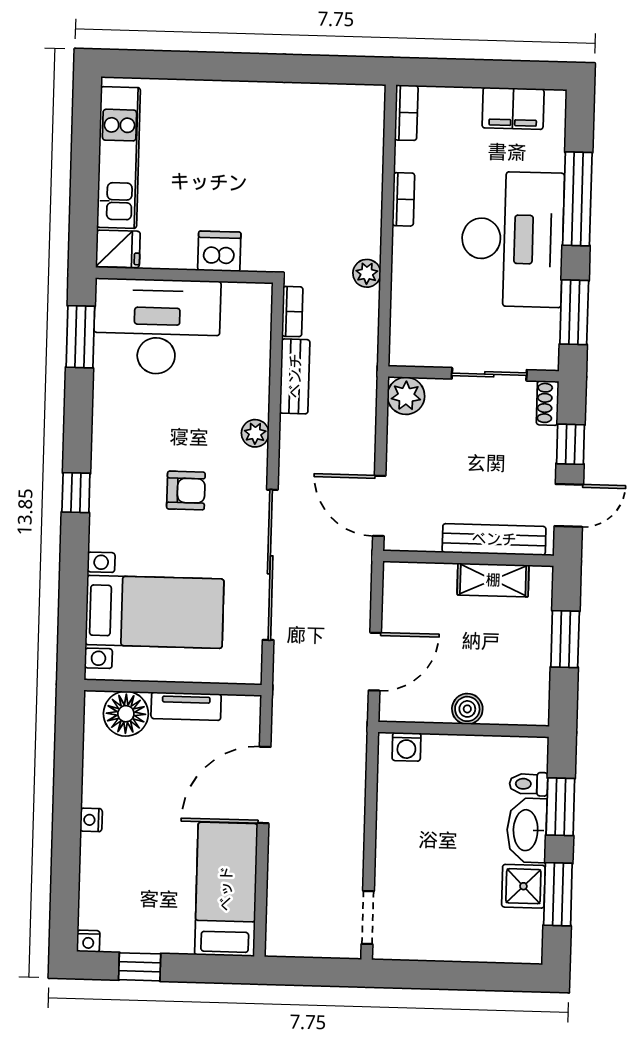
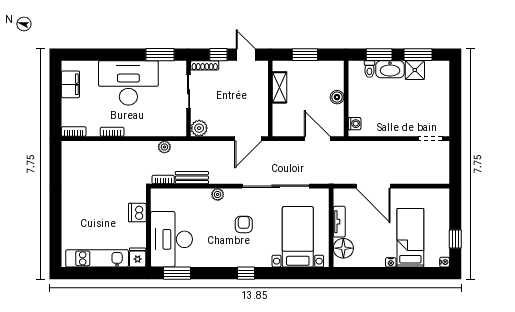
window: (577, 199) -> (110, 55), removed
plant: (367, 273) -> (164, 147), moved
shoe rack: (548, 403) -> (205, 65), width x1.43
bench: (494, 539) -> (262, 87), removed
bed: (226, 889) -> (410, 238), moved, turned 90

